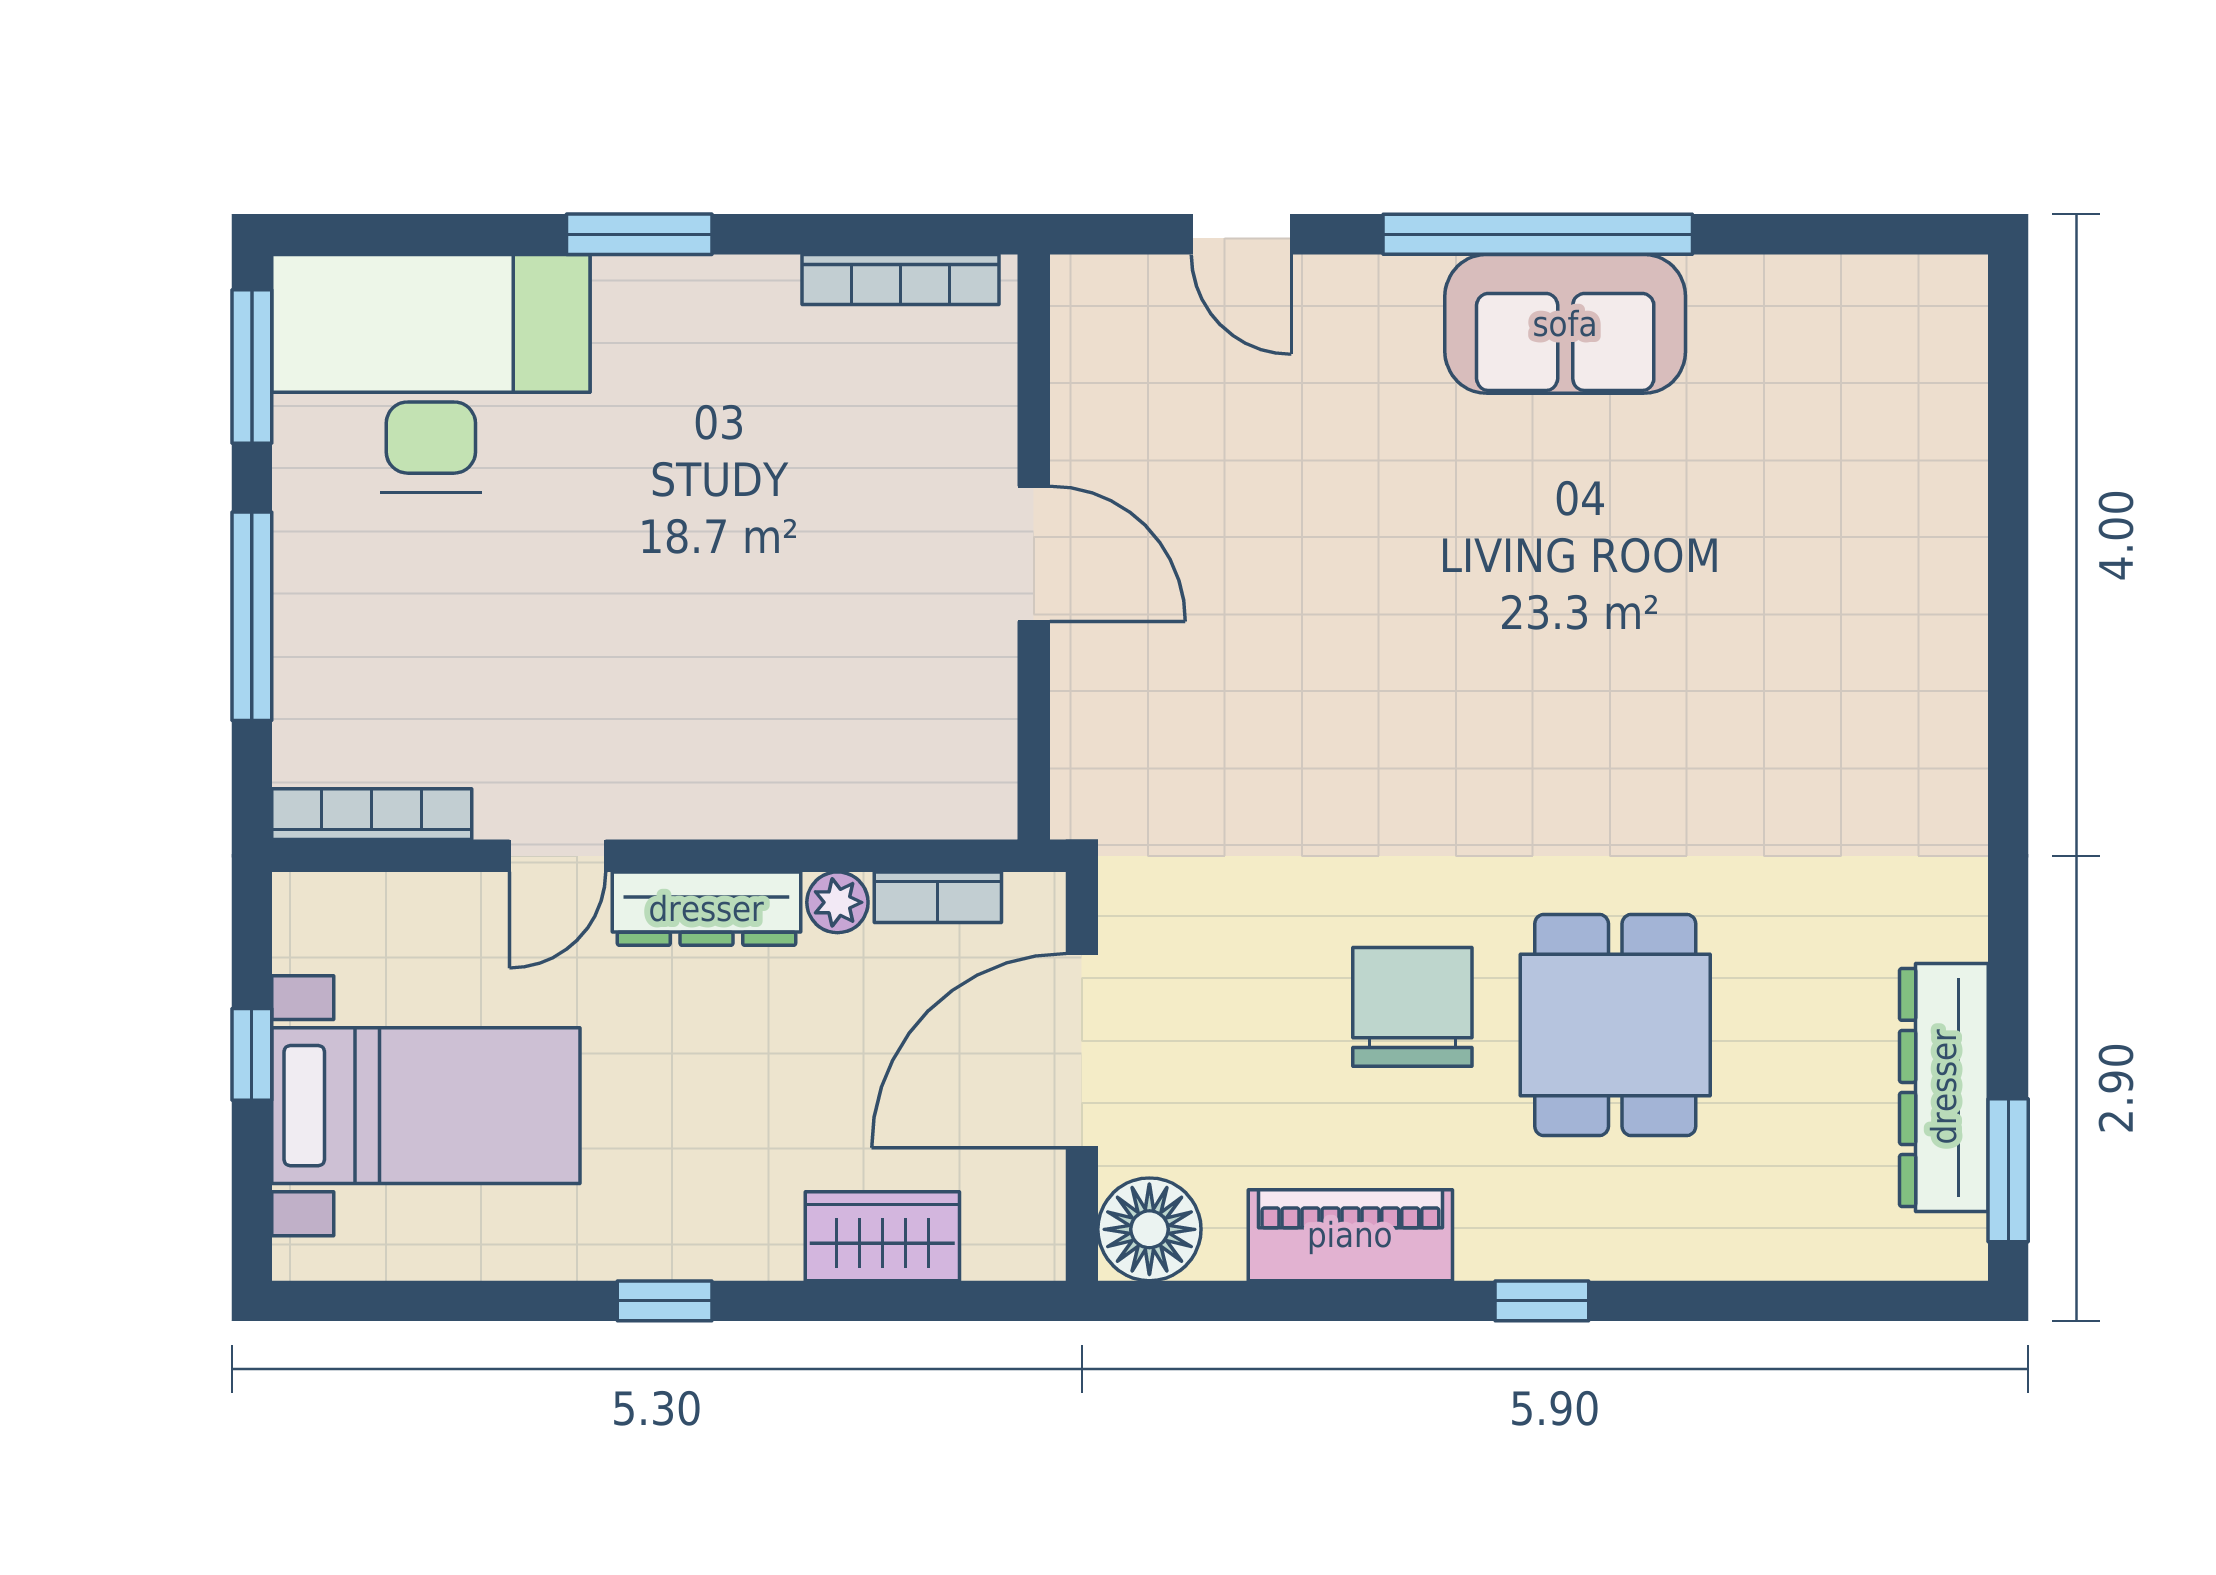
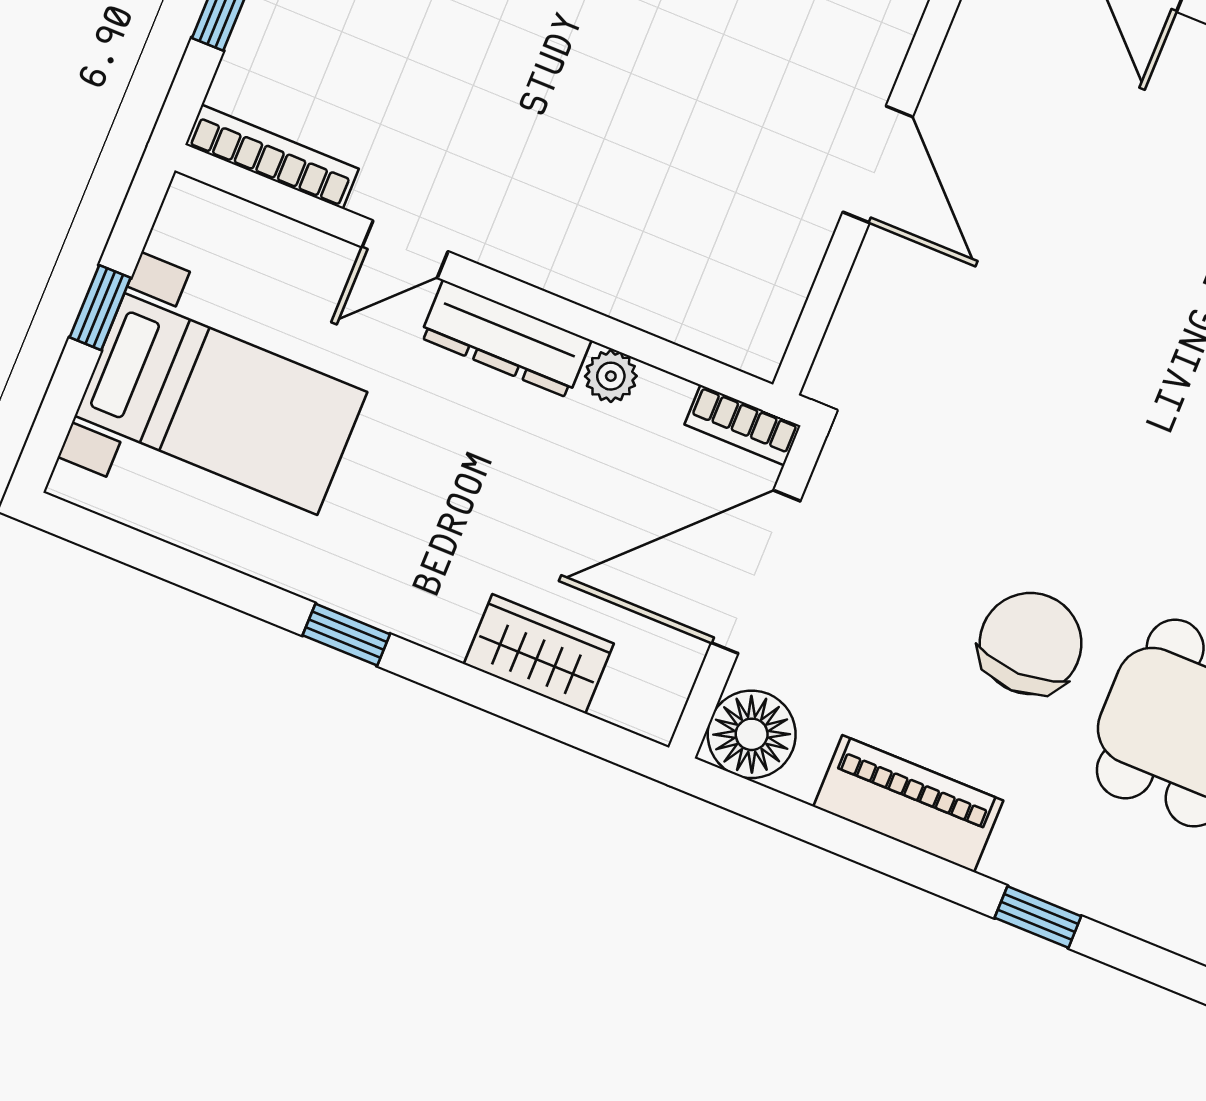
bookcase: (938, 897) -> (743, 425), moved

